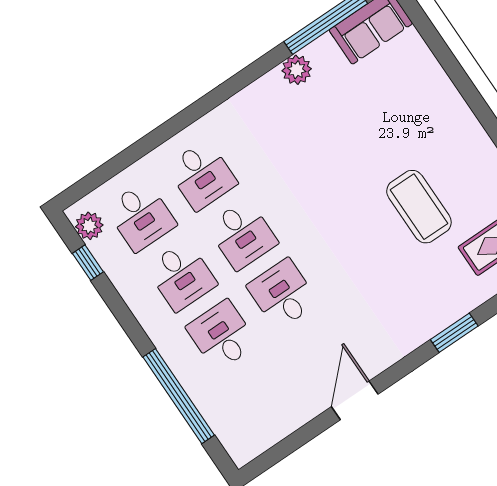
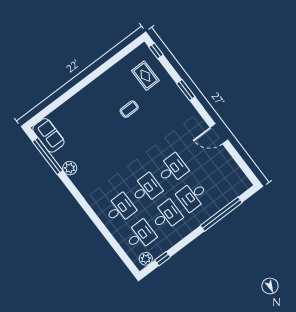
coffee table: (419, 207) -> (129, 109), width x0.54, depth x0.58
desk: (283, 294) -> (172, 169), turned 180

